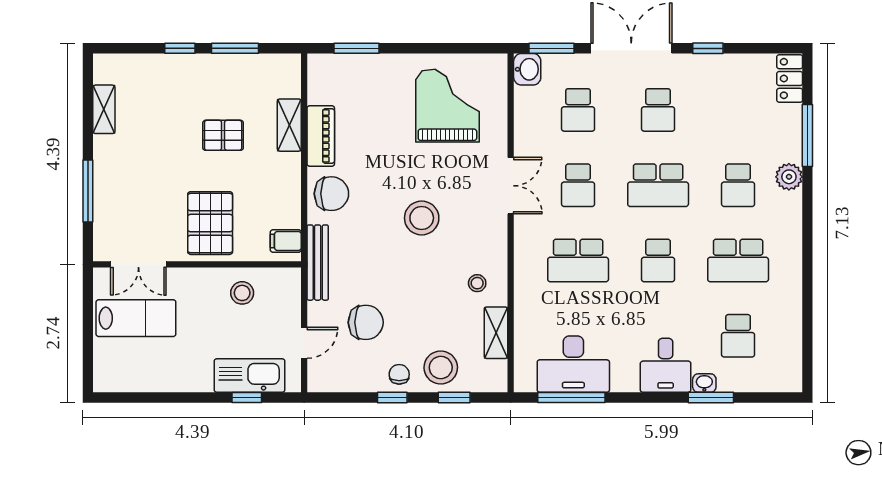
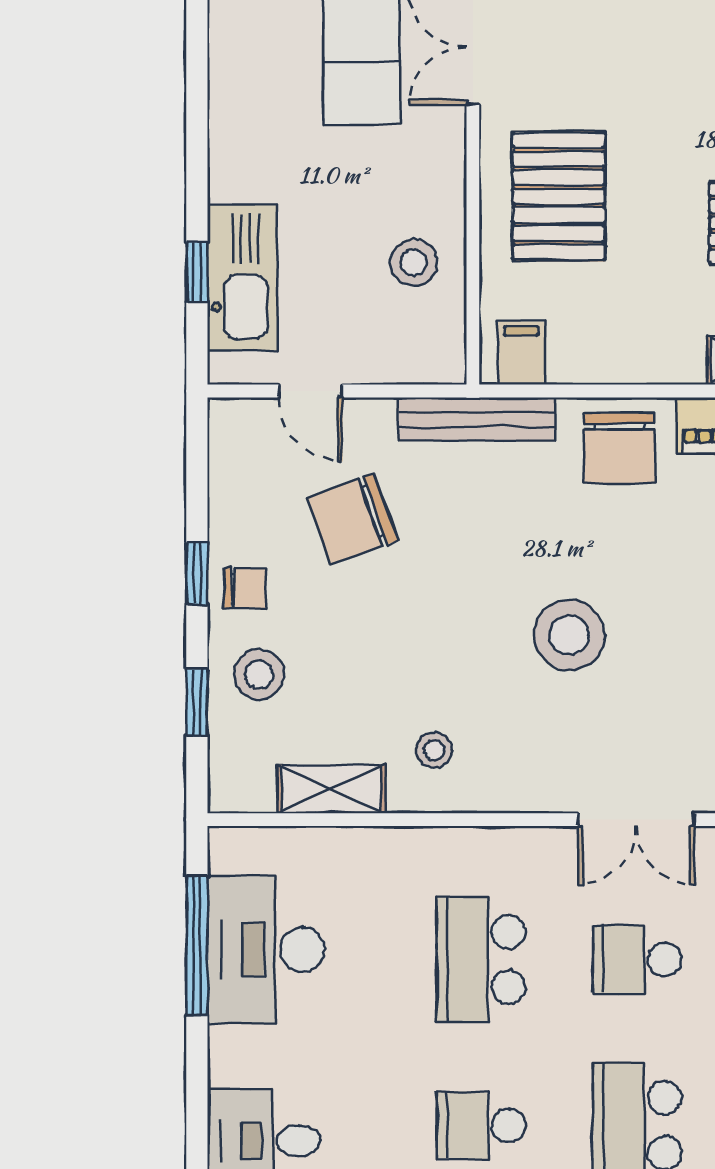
pallet: (210, 223) -> (559, 196), turned 90
chair: (366, 322) -> (353, 519), turned 70
stool: (441, 367) -> (259, 674), width x0.73, depth x0.73

